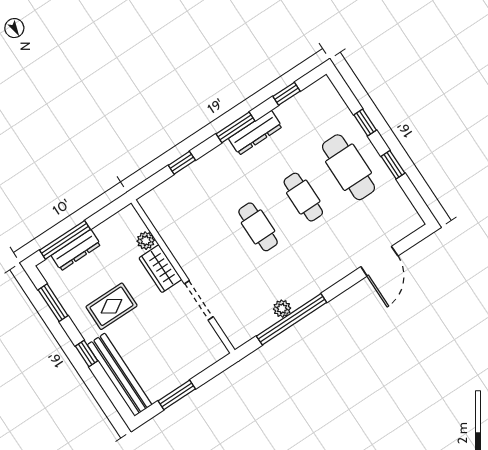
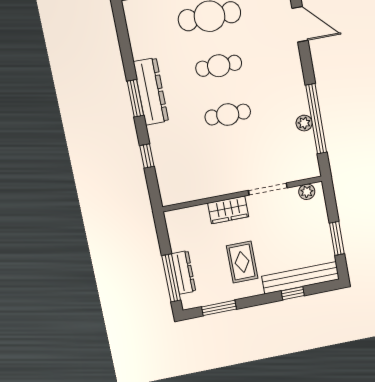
window: (286, 94) -> (124, 43), removed
dresser: (255, 133) -> (151, 92), width x1.37, depth x1.24
plant: (146, 241) -> (307, 192), moved
window: (87, 354) -> (293, 293), moved

